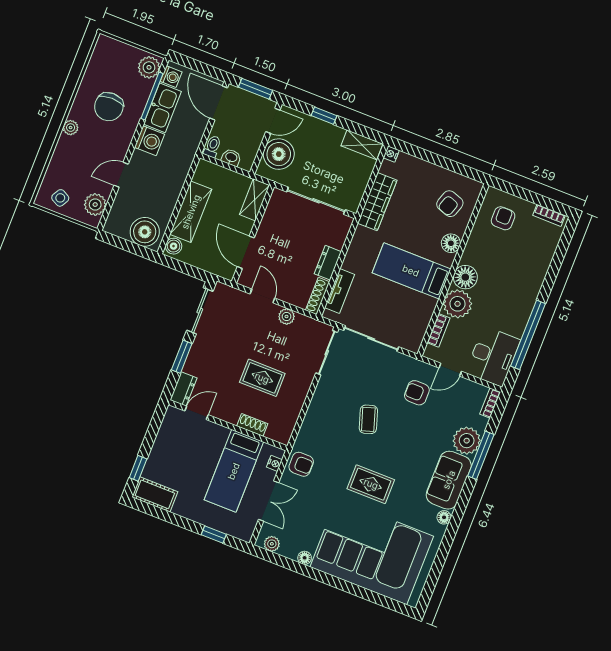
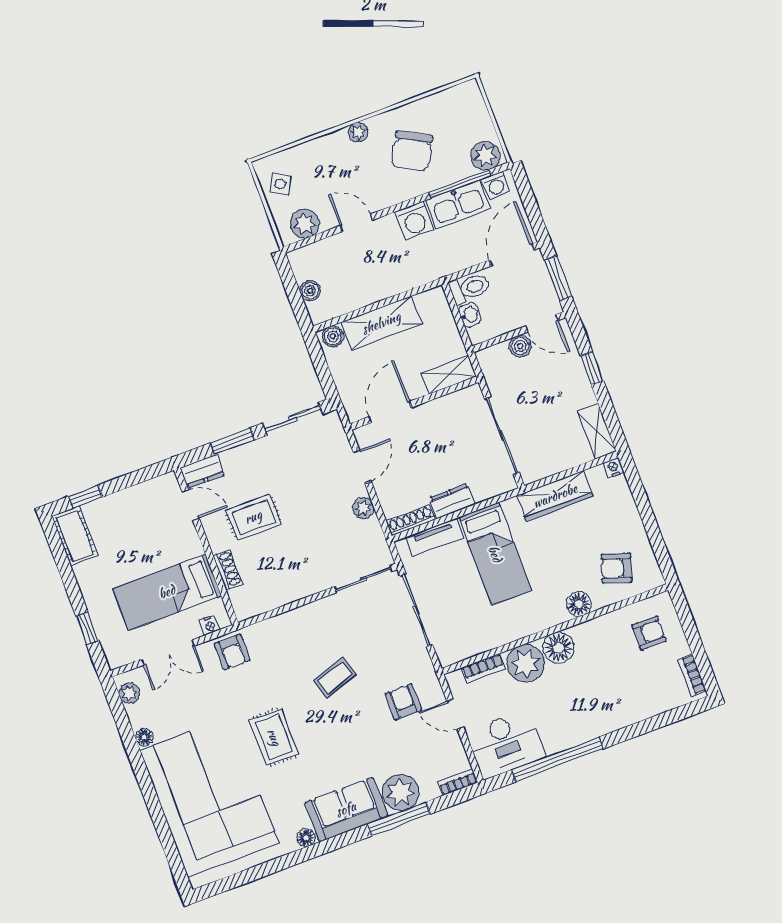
chair: (109, 107) -> (412, 151), turned -61
toilet: (212, 147) -> (470, 288), width x1.37, depth x1.39
boiler: (279, 154) -> (520, 346), width x0.54, depth x0.54
boiler: (145, 232) -> (310, 291), width x0.54, depth x0.54
bed: (411, 271) -> (495, 554), moved, turned 180
rug: (262, 378) -> (253, 517), moved, turned 90

